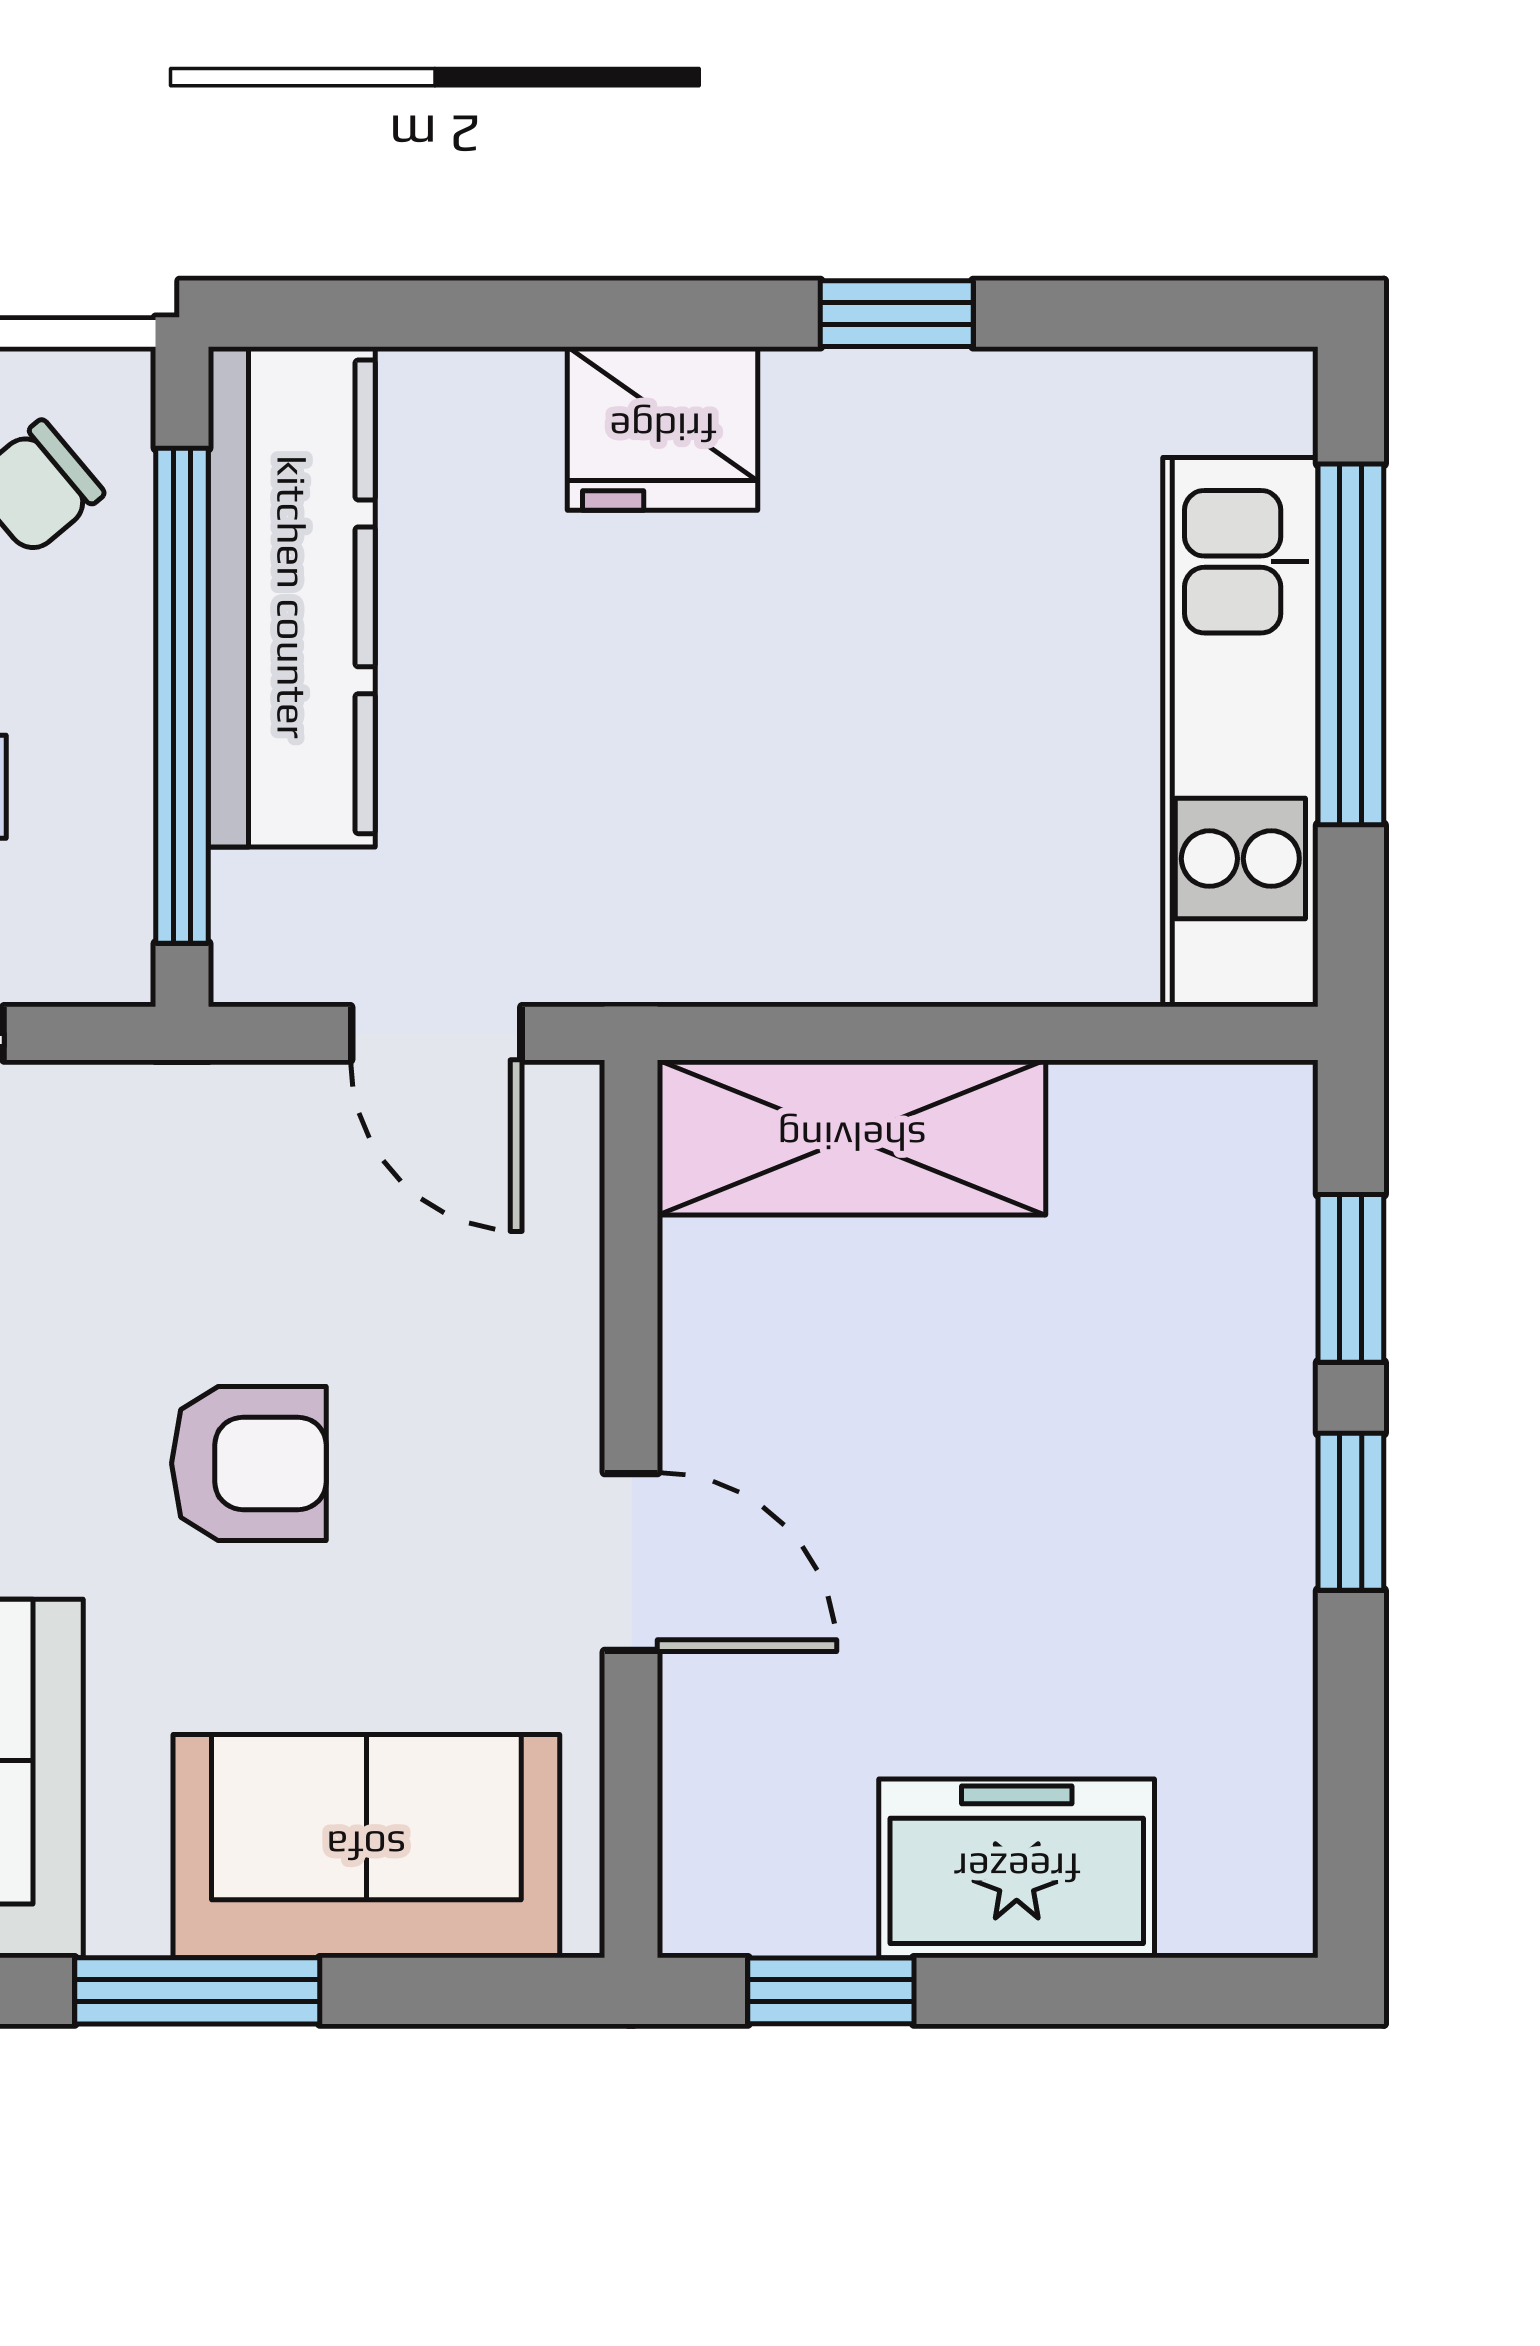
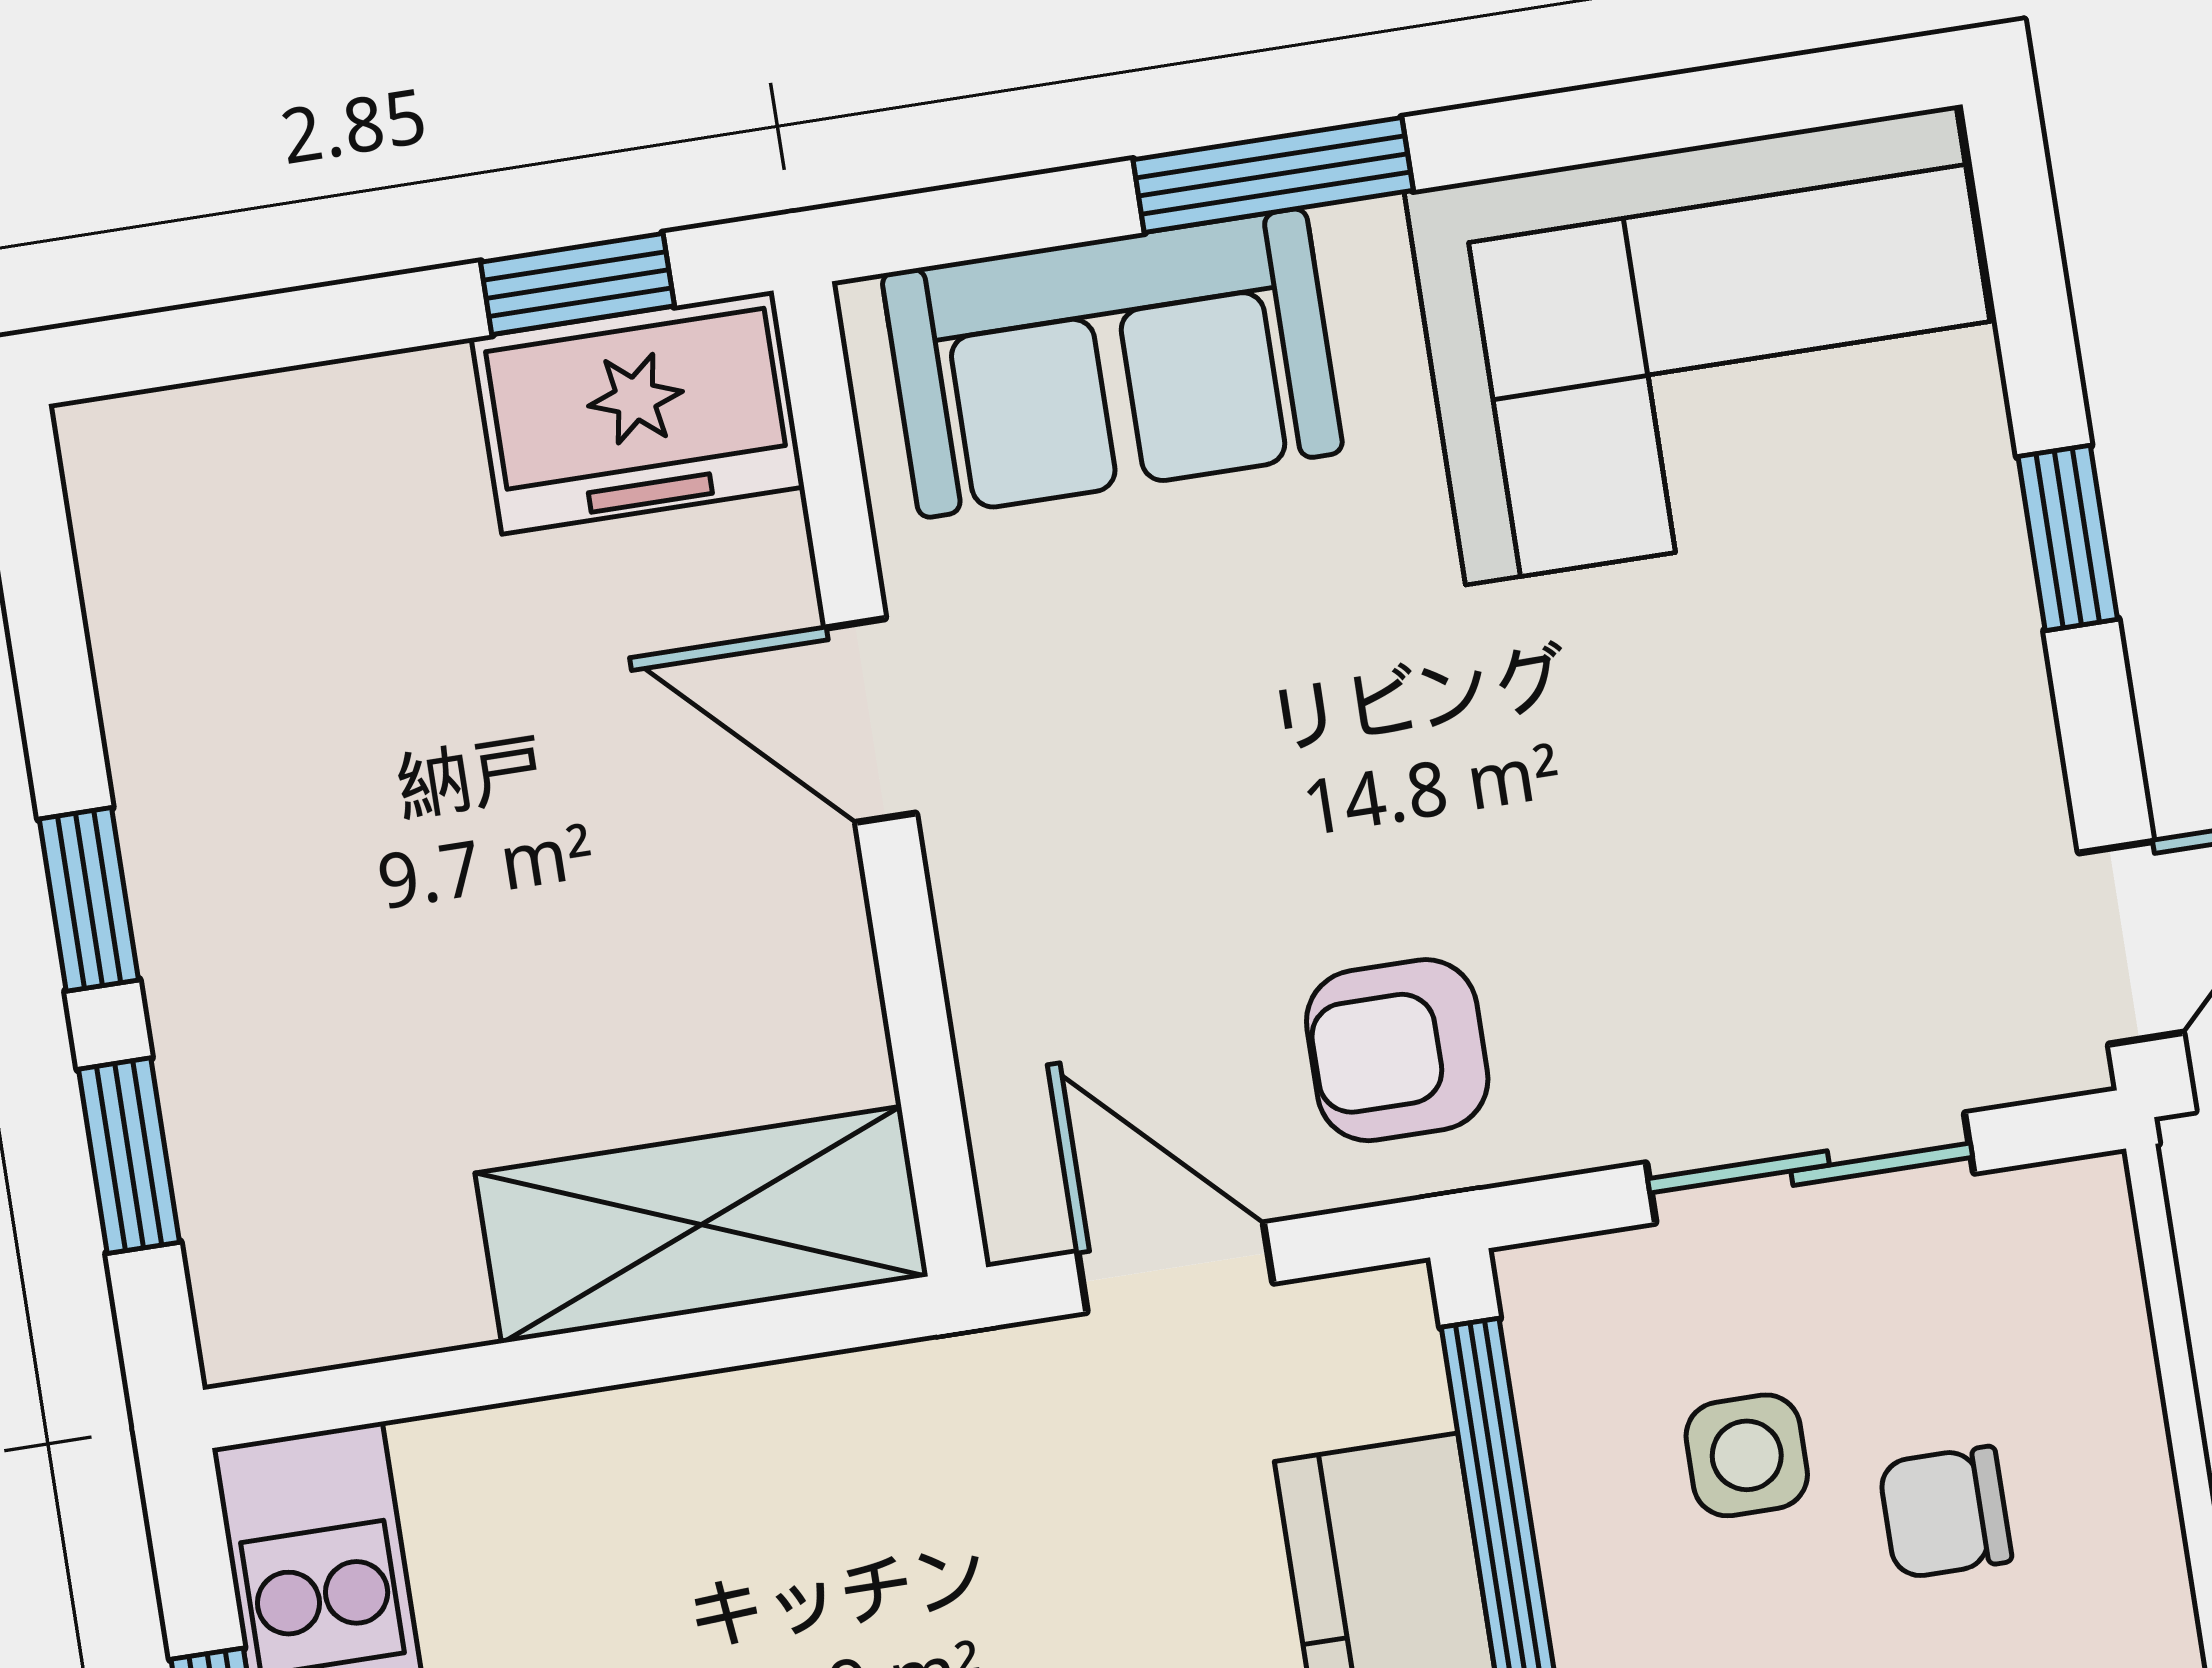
armchair: (249, 1463) -> (1397, 1050), moved
freezer: (1017, 1868) -> (638, 412), moved

